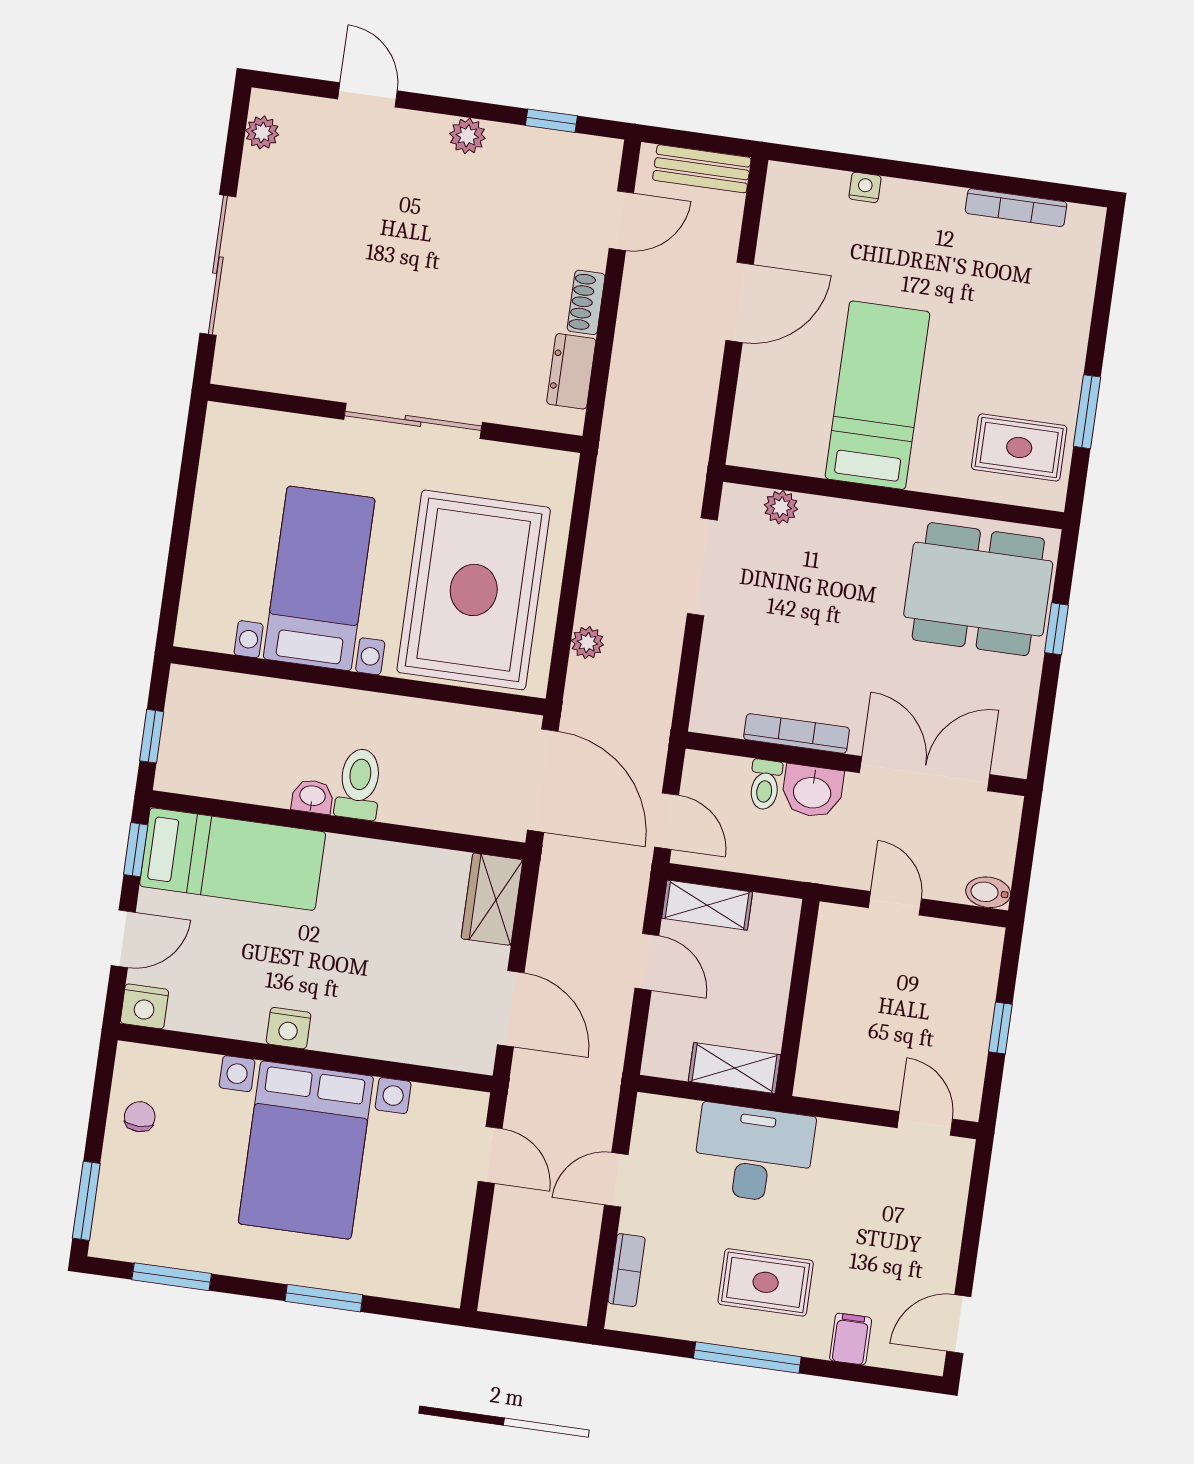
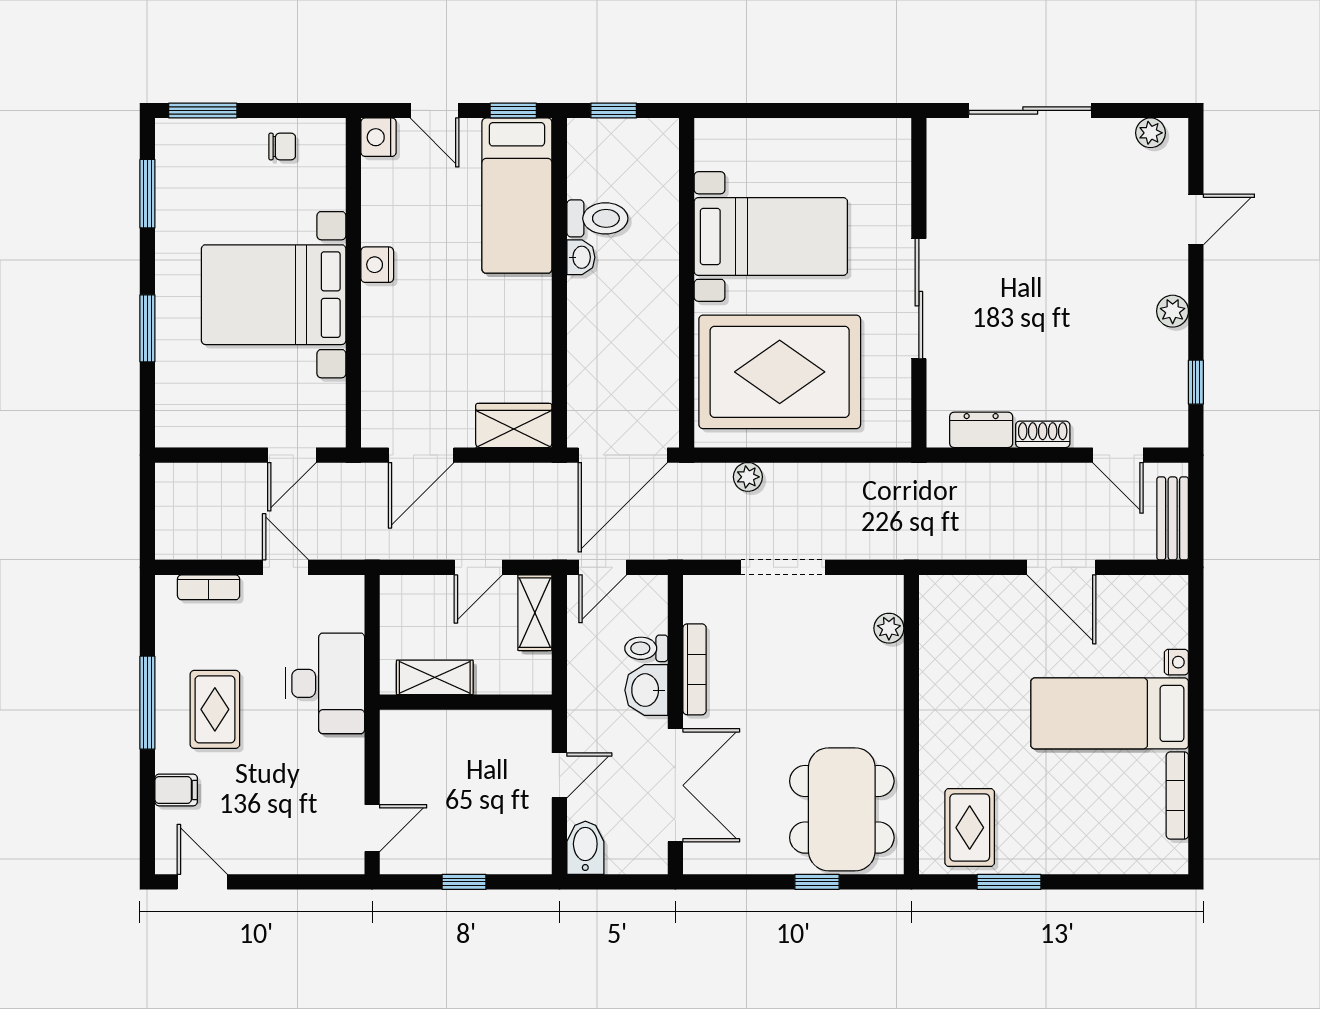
bed: (878, 395) -> (1110, 713), moved, turned 180
doorway: (702, 567) -> (783, 567), moved
toilet: (359, 784) -> (597, 218), moved
bidet: (988, 892) -> (585, 848), width x1.38, depth x1.36
shelving: (734, 1068) -> (435, 677), moved, turned 90

